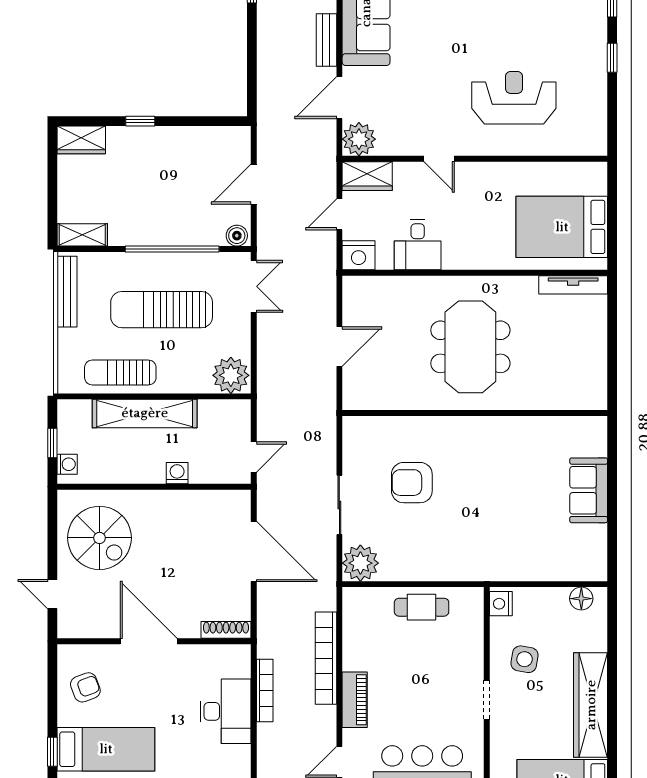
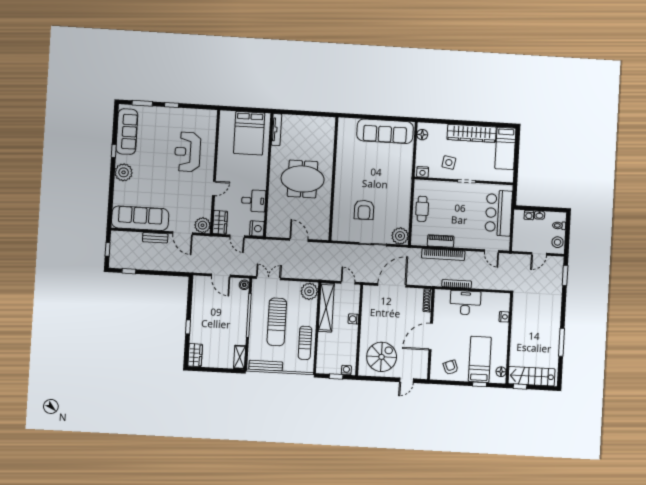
shelving: (145, 413) -> (326, 307), moved
sofa: (589, 490) -> (385, 131), width x1.85, depth x1.27
piano: (355, 700) -> (441, 241), moved

